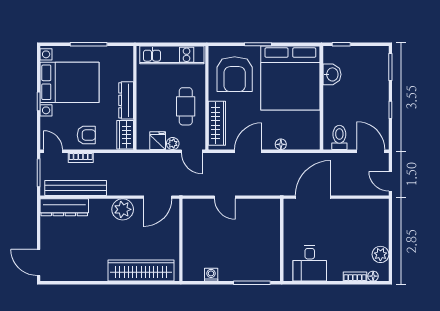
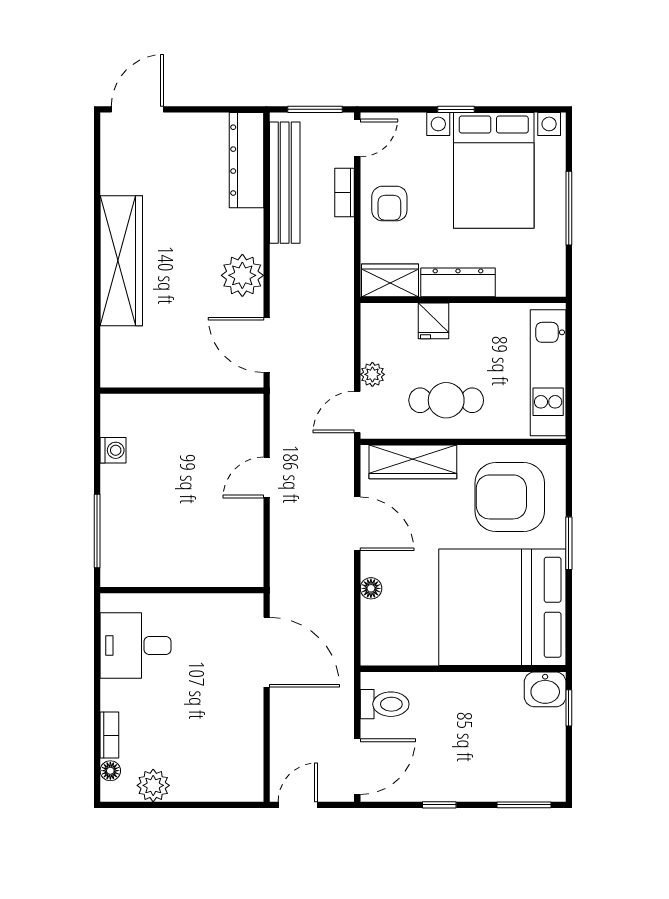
washbasin: (332, 74) -> (545, 689), moved
fridge: (158, 141) -> (433, 321), moved, turned 90
wardrobe: (141, 271) -> (121, 261), moved

